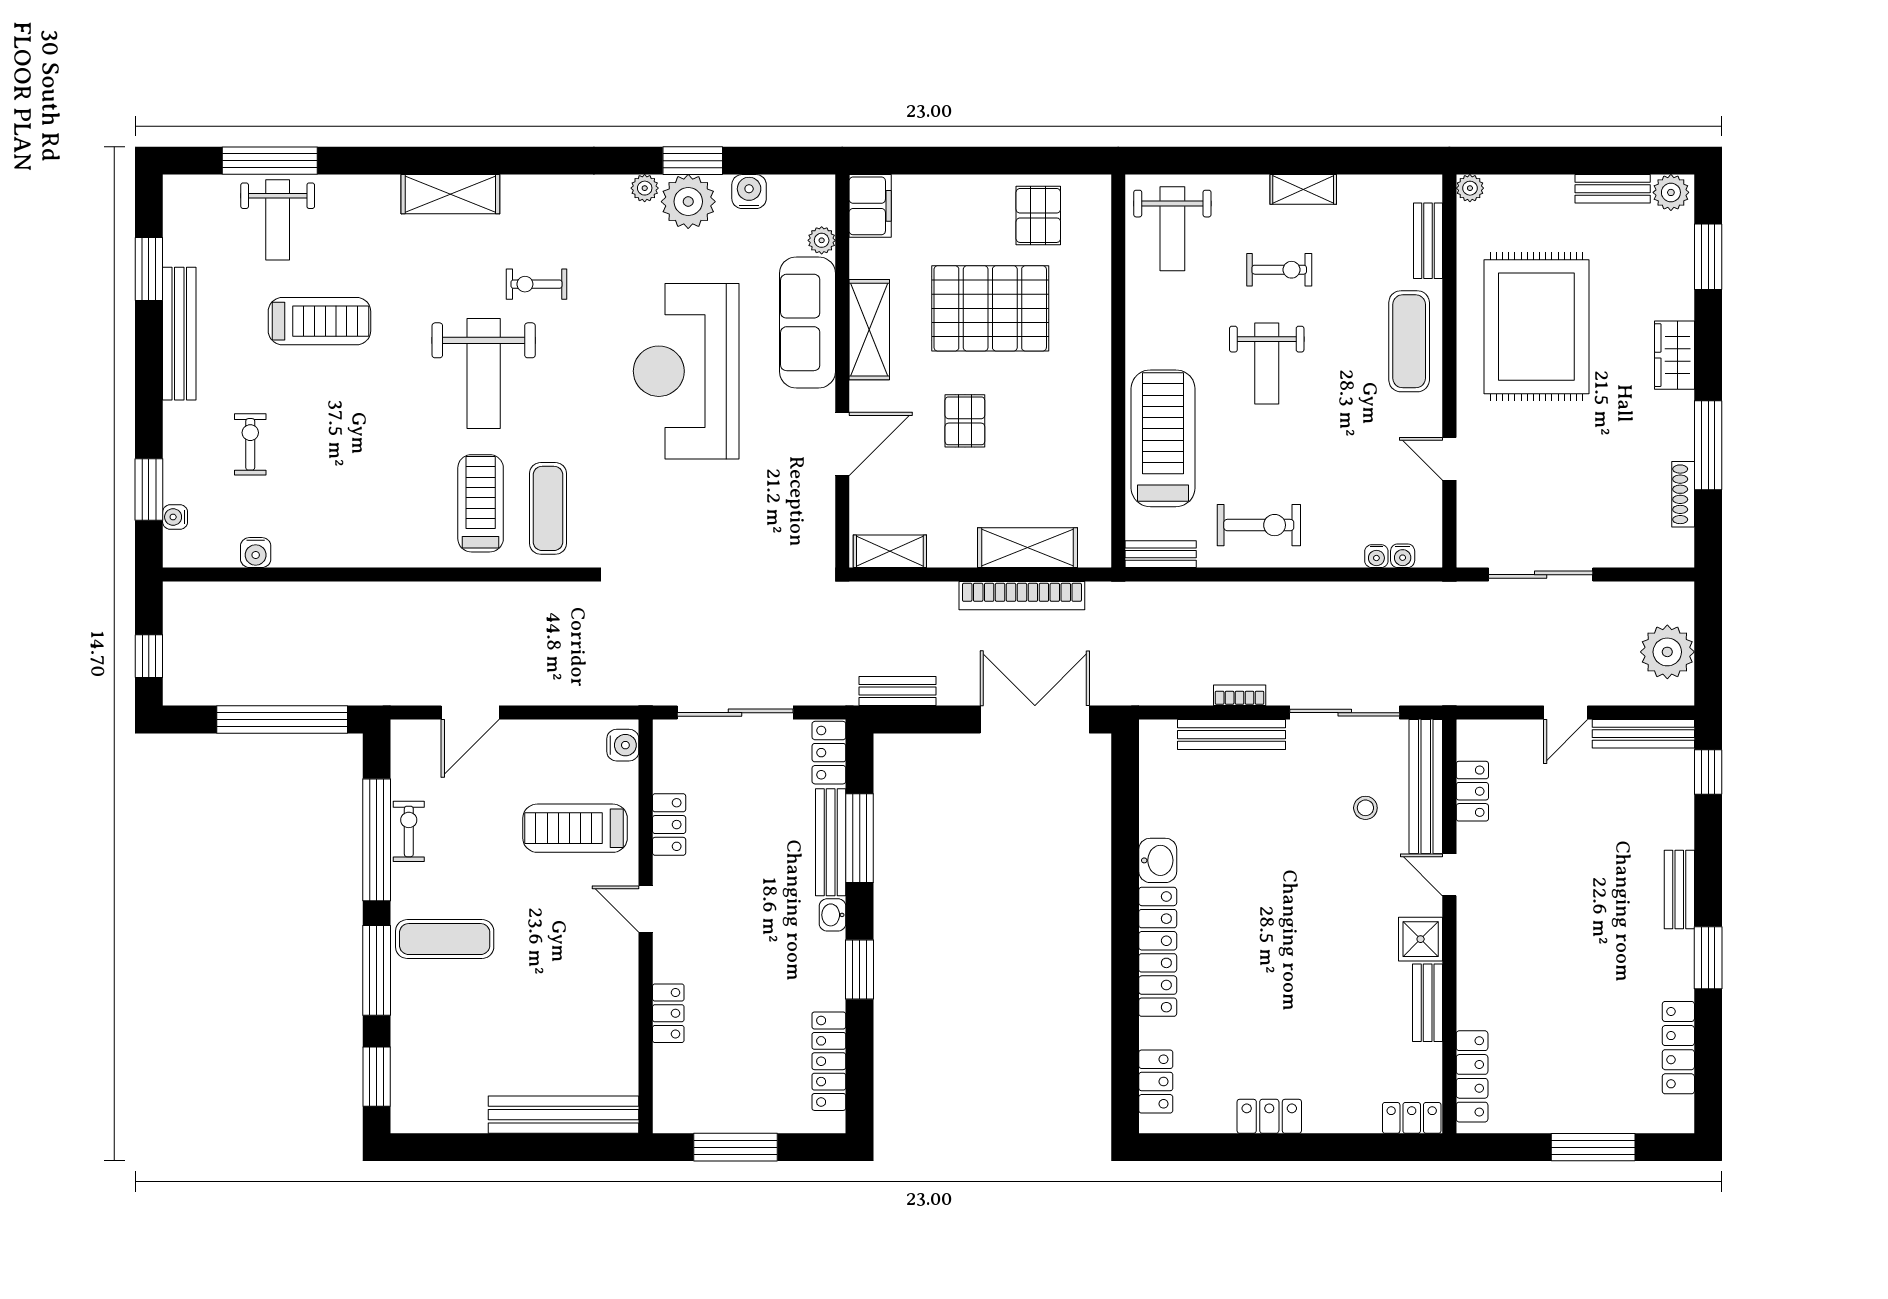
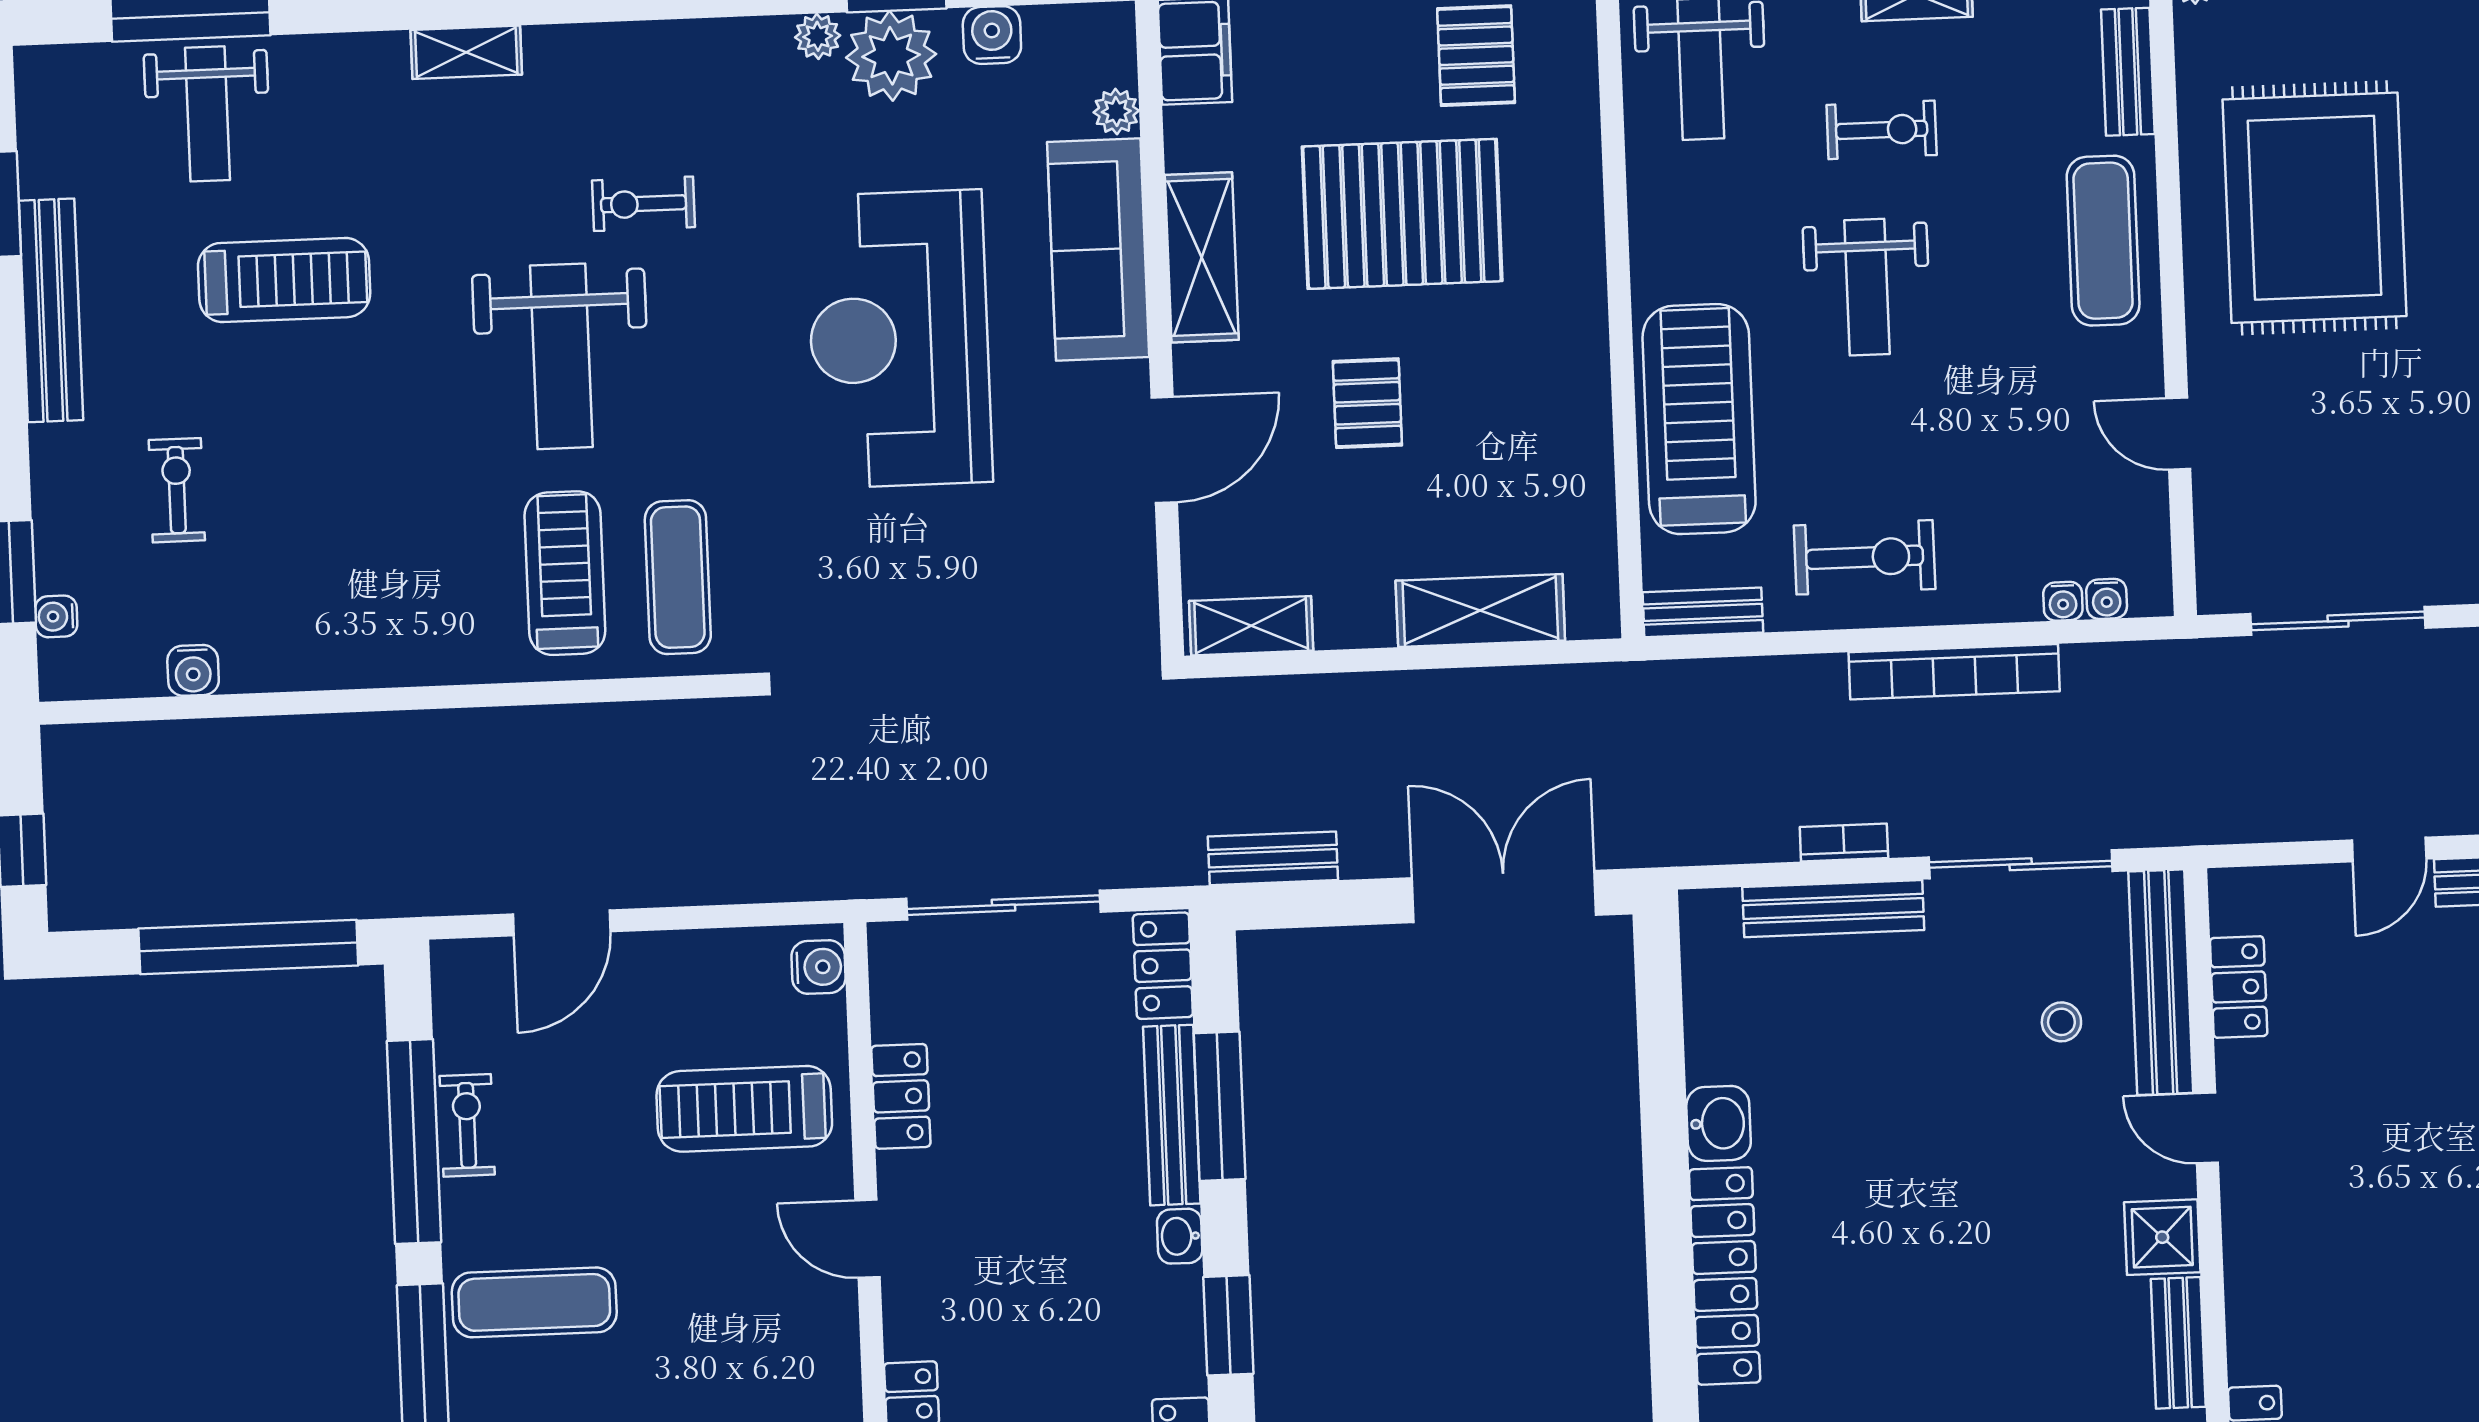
shelving: (450, 194) -> (466, 52), width x0.67, depth x0.75
bookcase: (1022, 596) -> (1954, 672), moved

